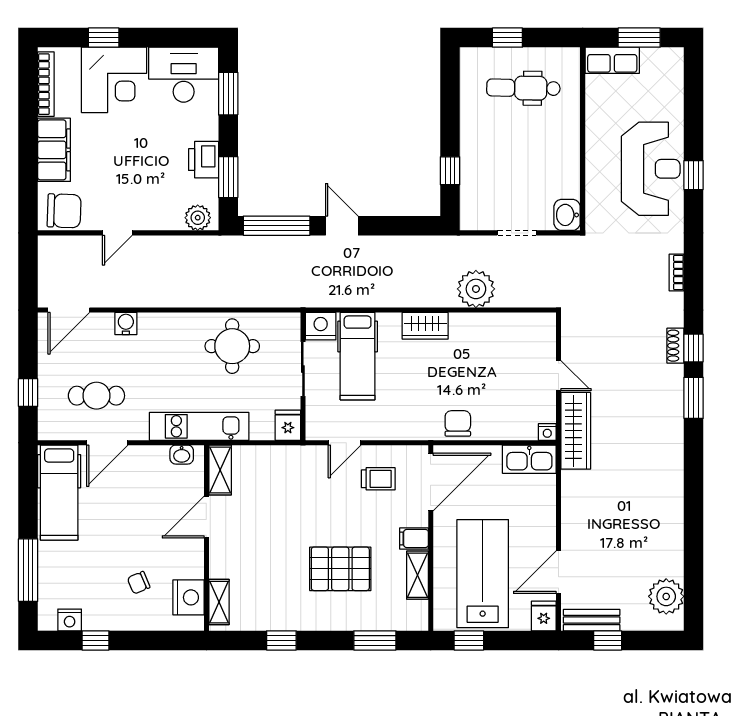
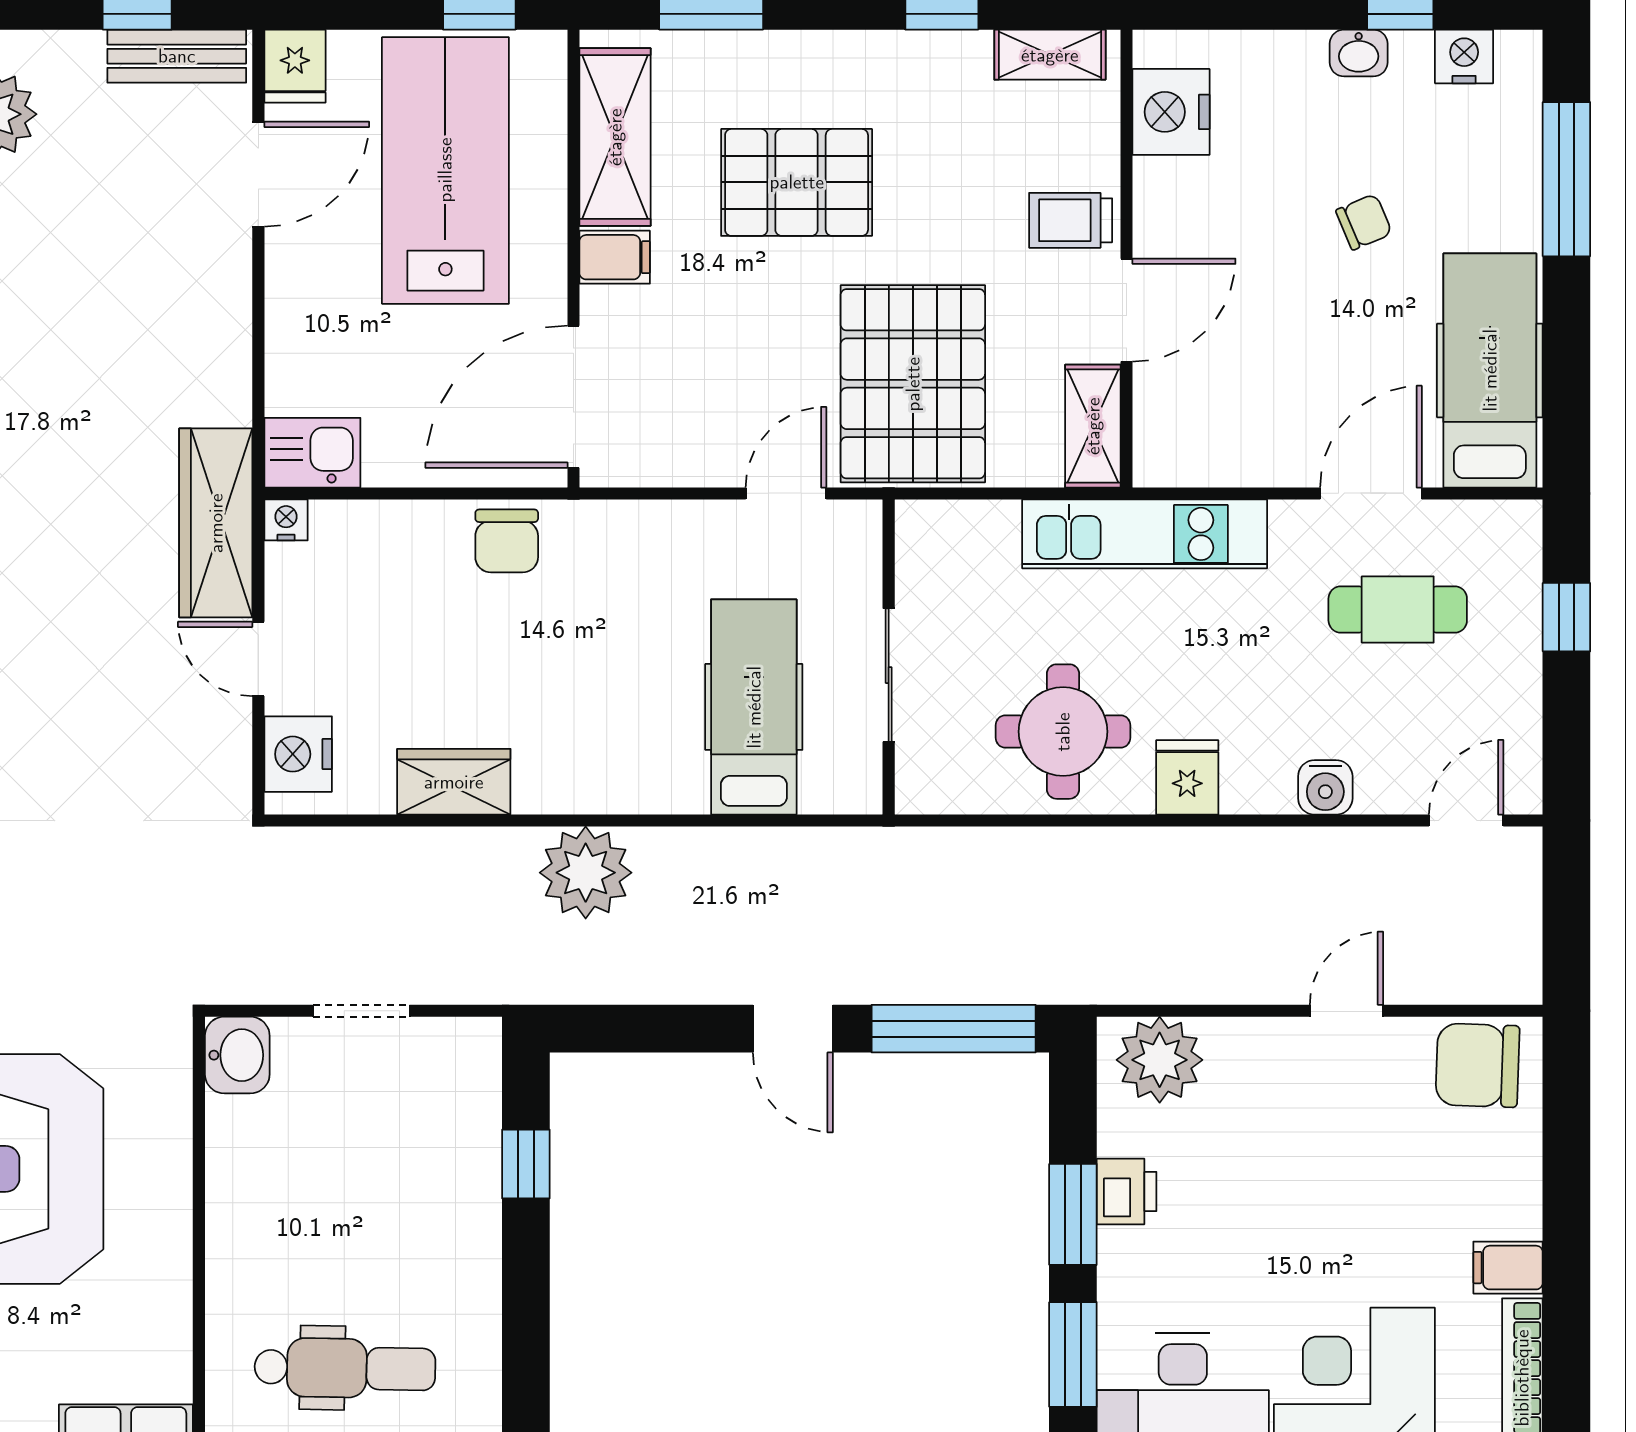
filing cabinet: (54, 150) -> (1508, 1268), width x0.33, depth x0.86
printer: (204, 160) -> (1127, 1192), width x0.73, depth x0.81
window: (228, 177) -> (1073, 1214), moved
plant: (198, 218) -> (1160, 1060), width x1.36, depth x1.36
plant: (476, 289) -> (586, 873), moved
door: (69, 310) -> (1466, 821), width x0.73
nightstand: (321, 326) -> (298, 754), moved, turned 90
wardrobe: (425, 326) -> (454, 782), moved
fridge: (288, 425) -> (1187, 777), moved, turned 180
washbasin: (182, 455) -> (1359, 53), moved, turned 180
kitchen sink: (529, 459) -> (312, 453), width x0.73
trolley: (378, 479) -> (1071, 220), moved
pallet: (293, 487) -> (913, 384), added
lab bench: (483, 574) -> (445, 170), turned 180
shelving: (417, 575) -> (615, 137), width x1.50, depth x1.33
chair: (139, 583) -> (1364, 222), moved
shelving: (219, 602) -> (1050, 55), moved, turned 90

